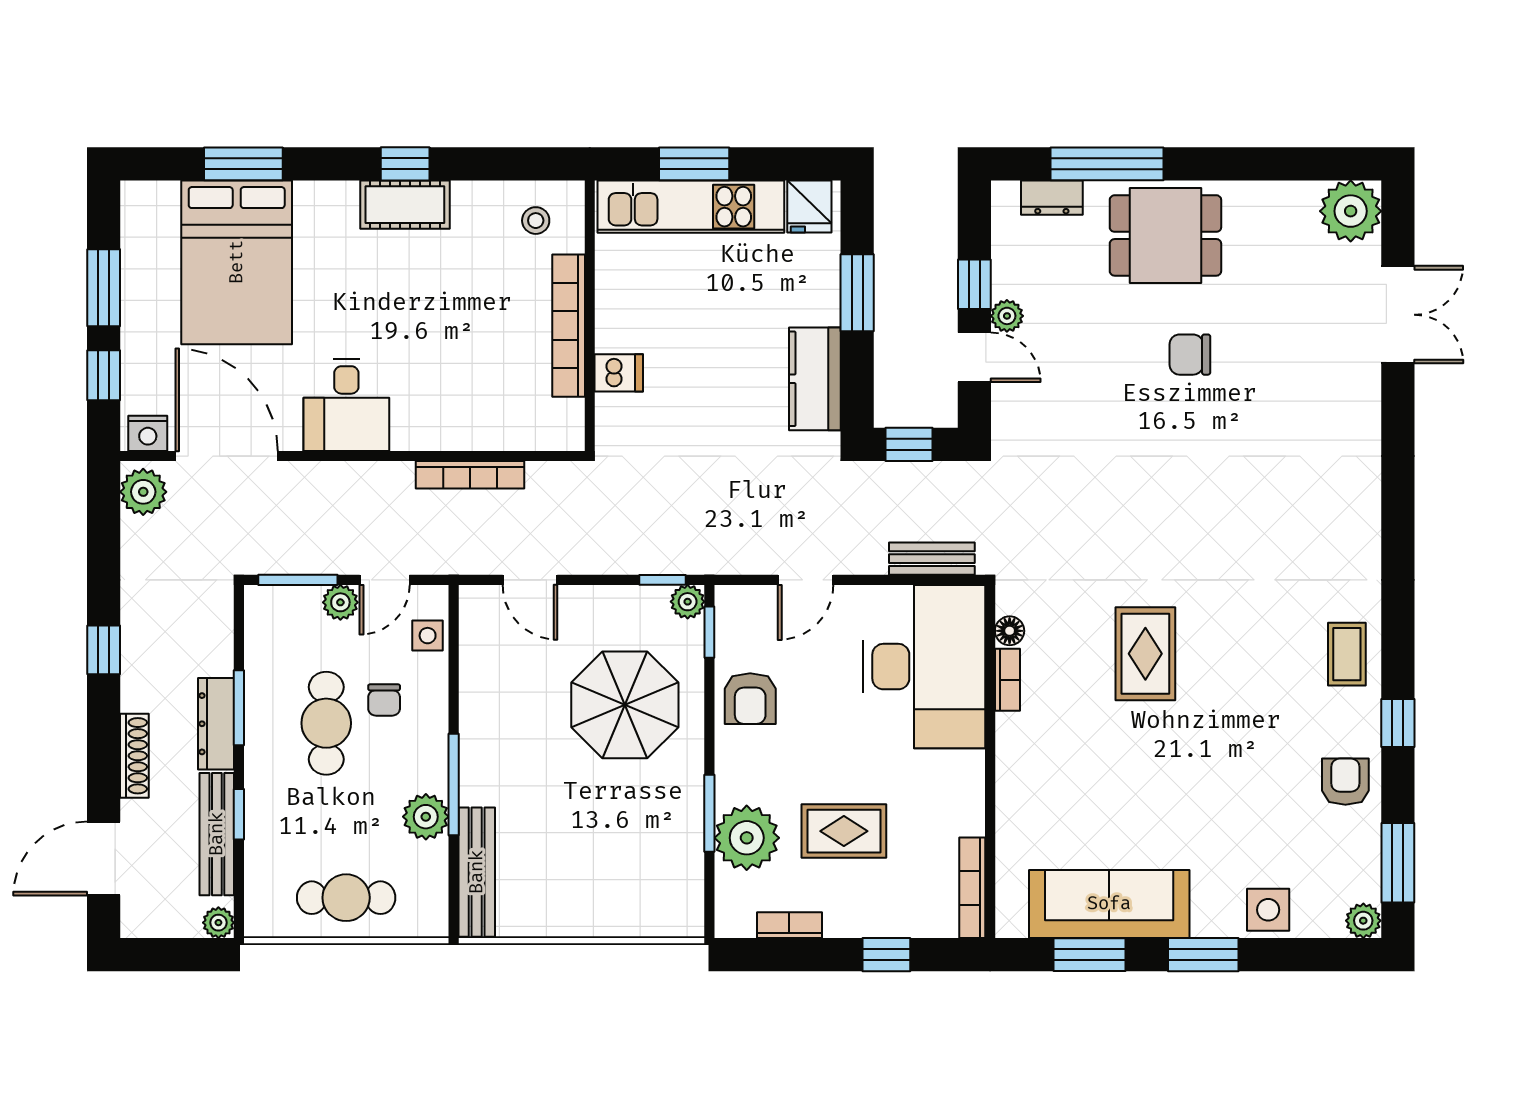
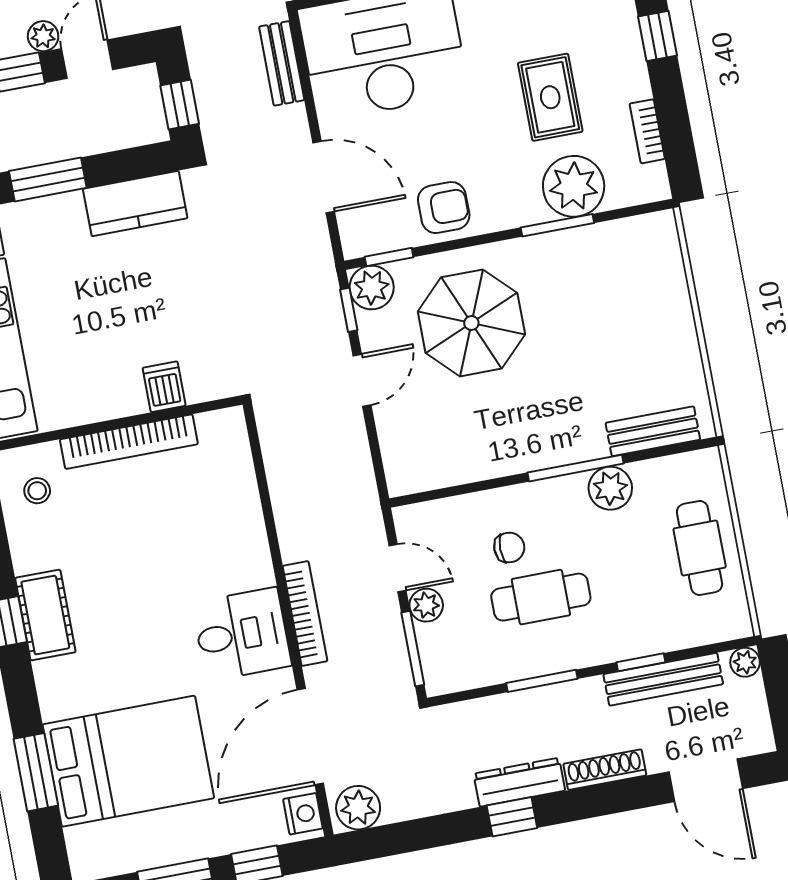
bookcase: (470, 475) -> (305, 614), moved
door: (530, 580) -> (362, 380), moved
door: (806, 580) -> (324, 177), width x1.38
plant: (688, 602) -> (372, 287), width x1.38, depth x1.38
side table: (428, 636) -> (442, 518), removed
dresser: (216, 724) -> (519, 782), moved, turned 180
bench: (477, 872) -> (653, 431), width x0.73

